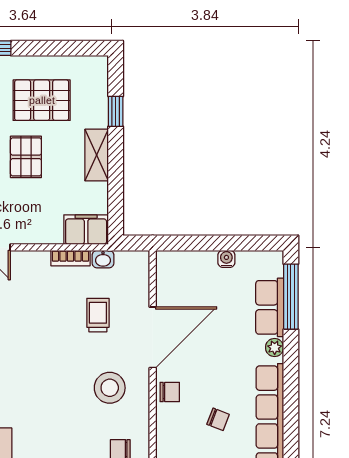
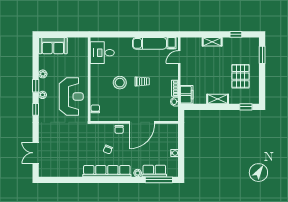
window: (116, 111) -> (246, 107), moved
pallet: (26, 157) -> (217, 70), removed
trolley: (98, 315) -> (142, 81), moved
door: (153, 337) -> (142, 122), hinge flipped
stool: (110, 388) -> (120, 83), moved

